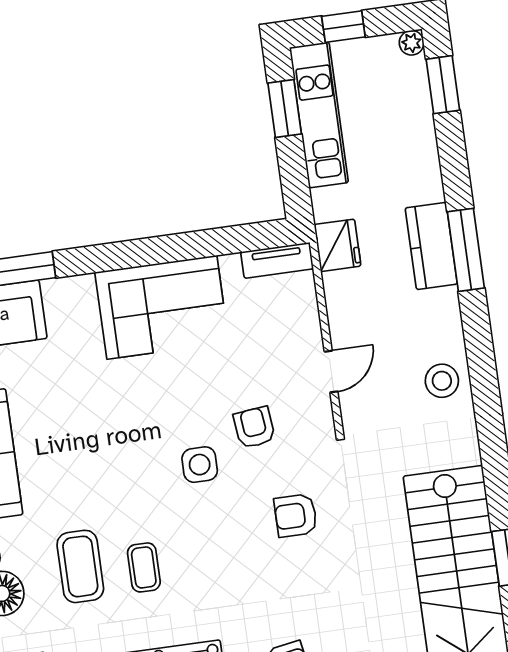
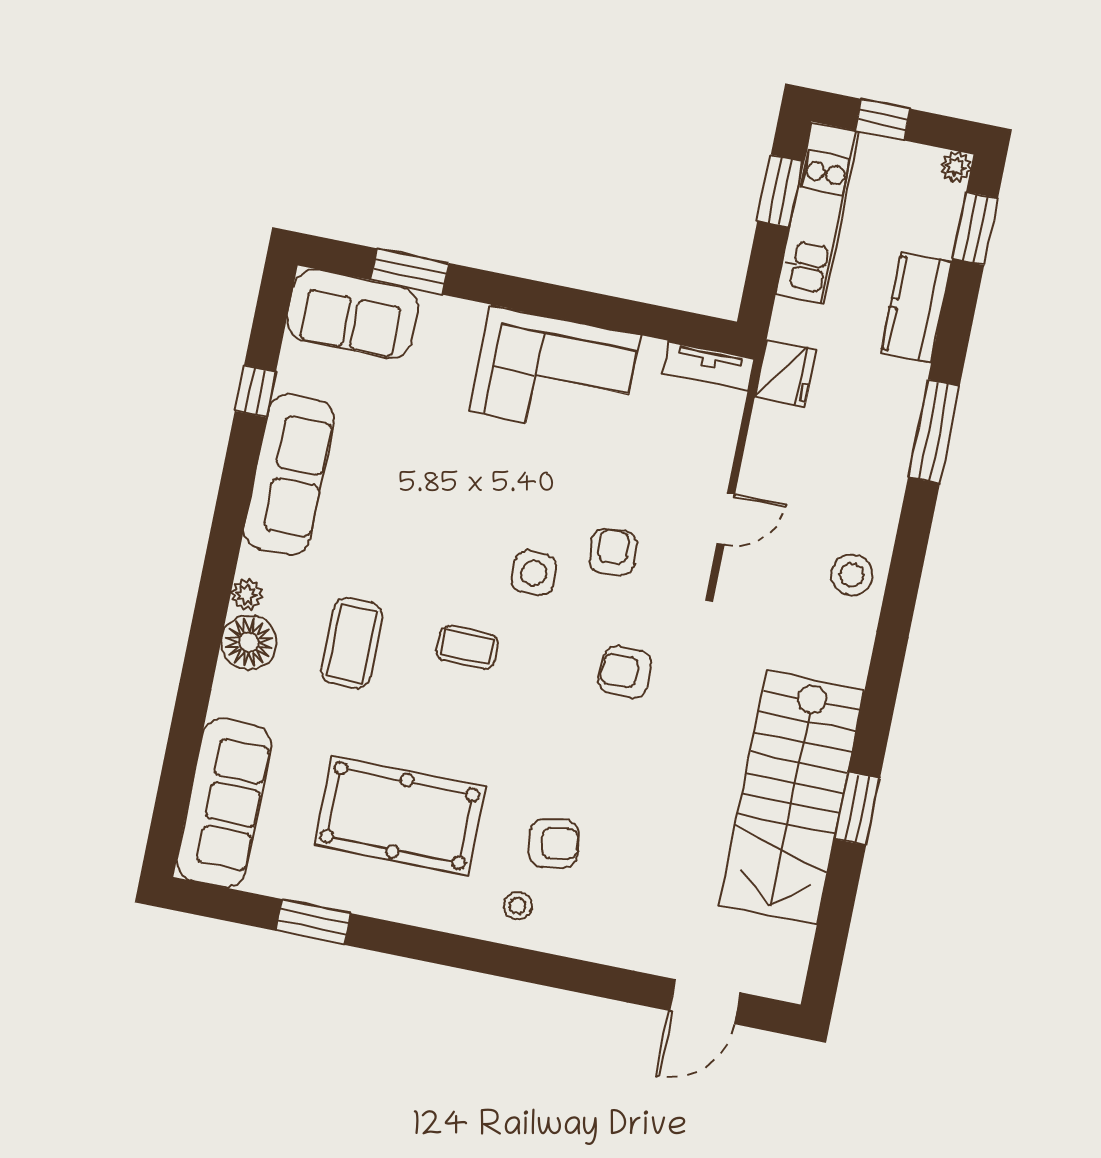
kitchen counter: (431, 246) -> (916, 308), moved
coffee table: (144, 567) -> (467, 647), moved, turned 90

